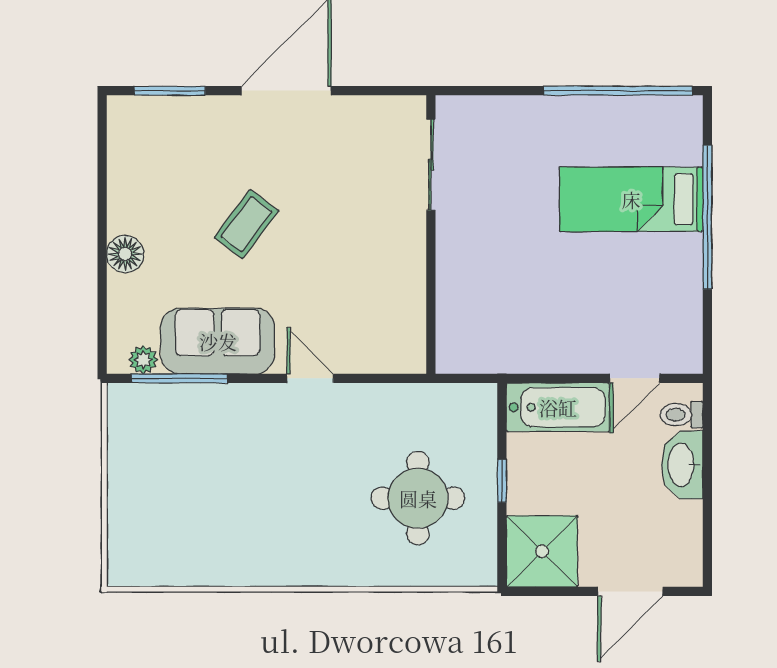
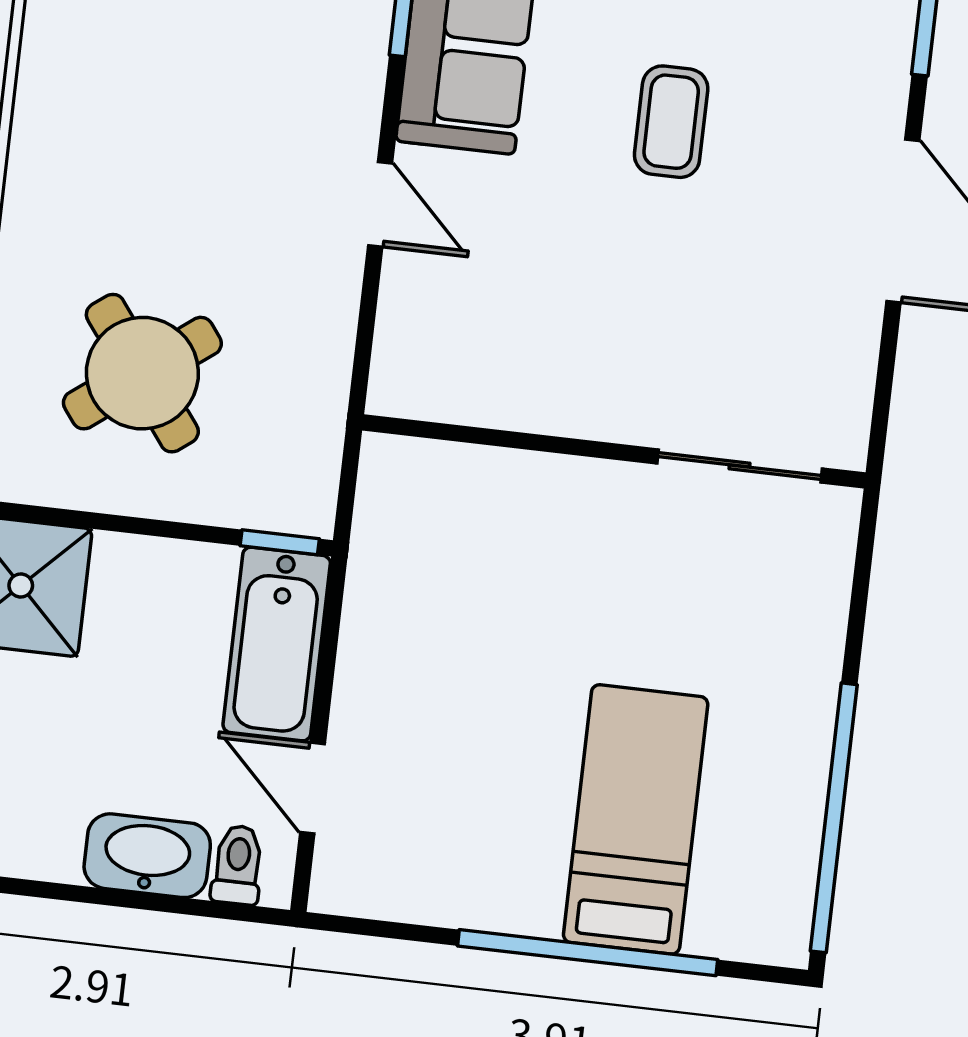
coffee table: (246, 224) -> (671, 122), turned 53
door: (310, 378) -> (380, 204), hinge flipped
window: (502, 481) -> (280, 542), moved
round table: (418, 498) -> (142, 373), turned -37

